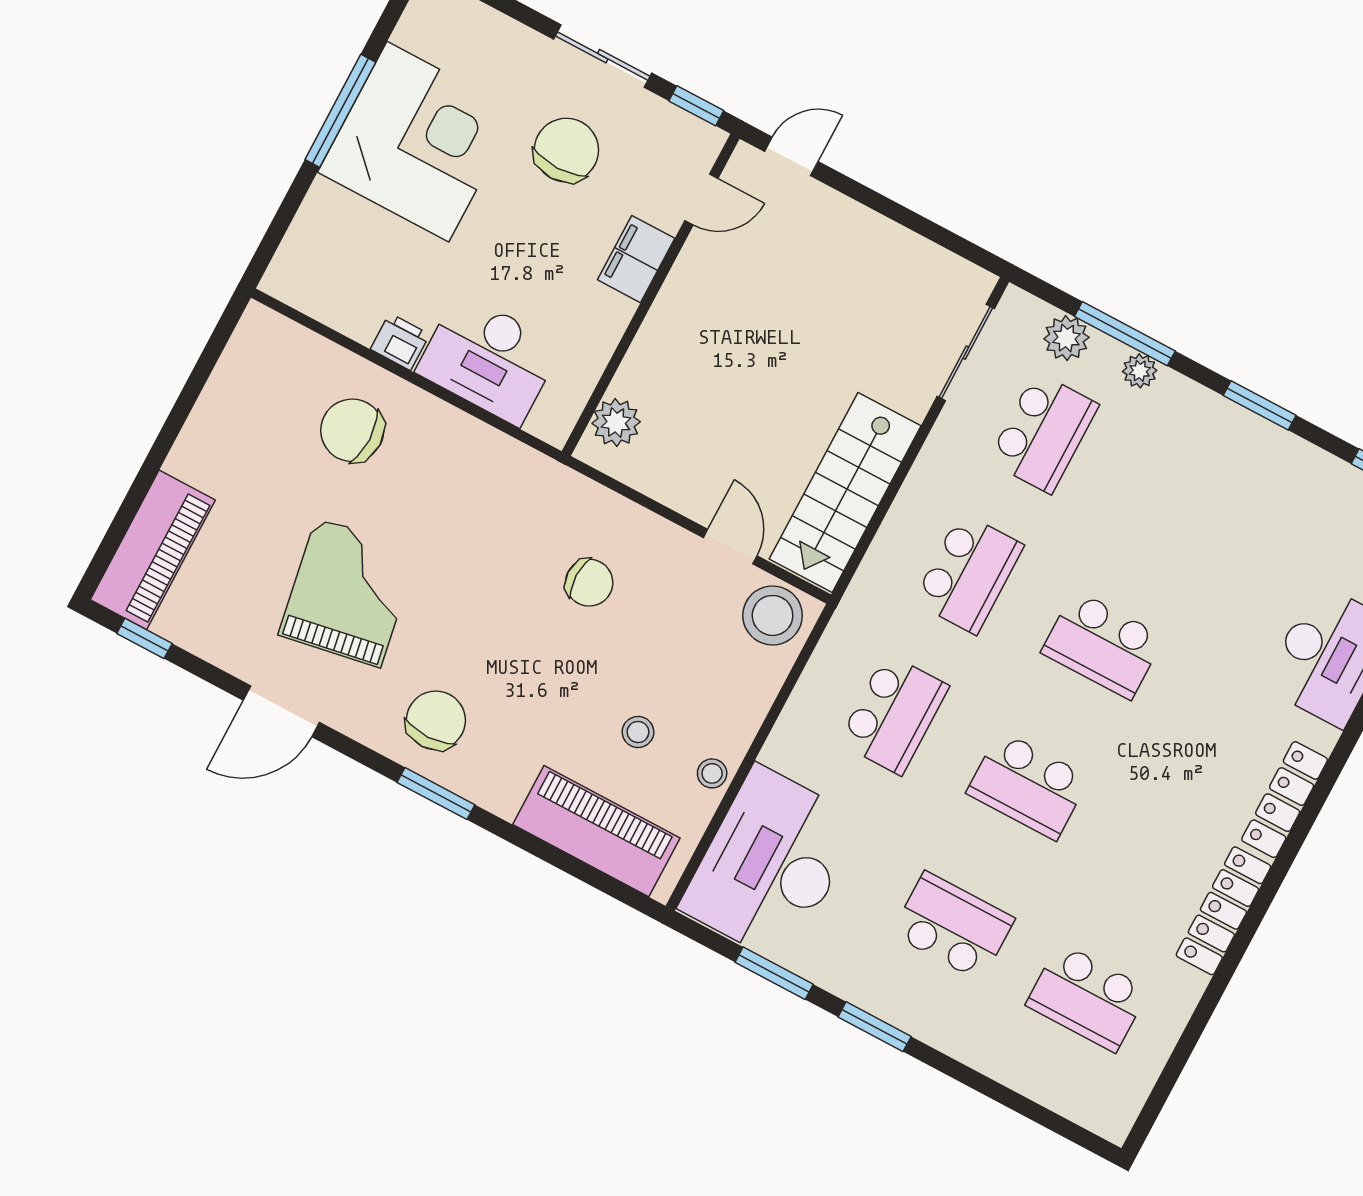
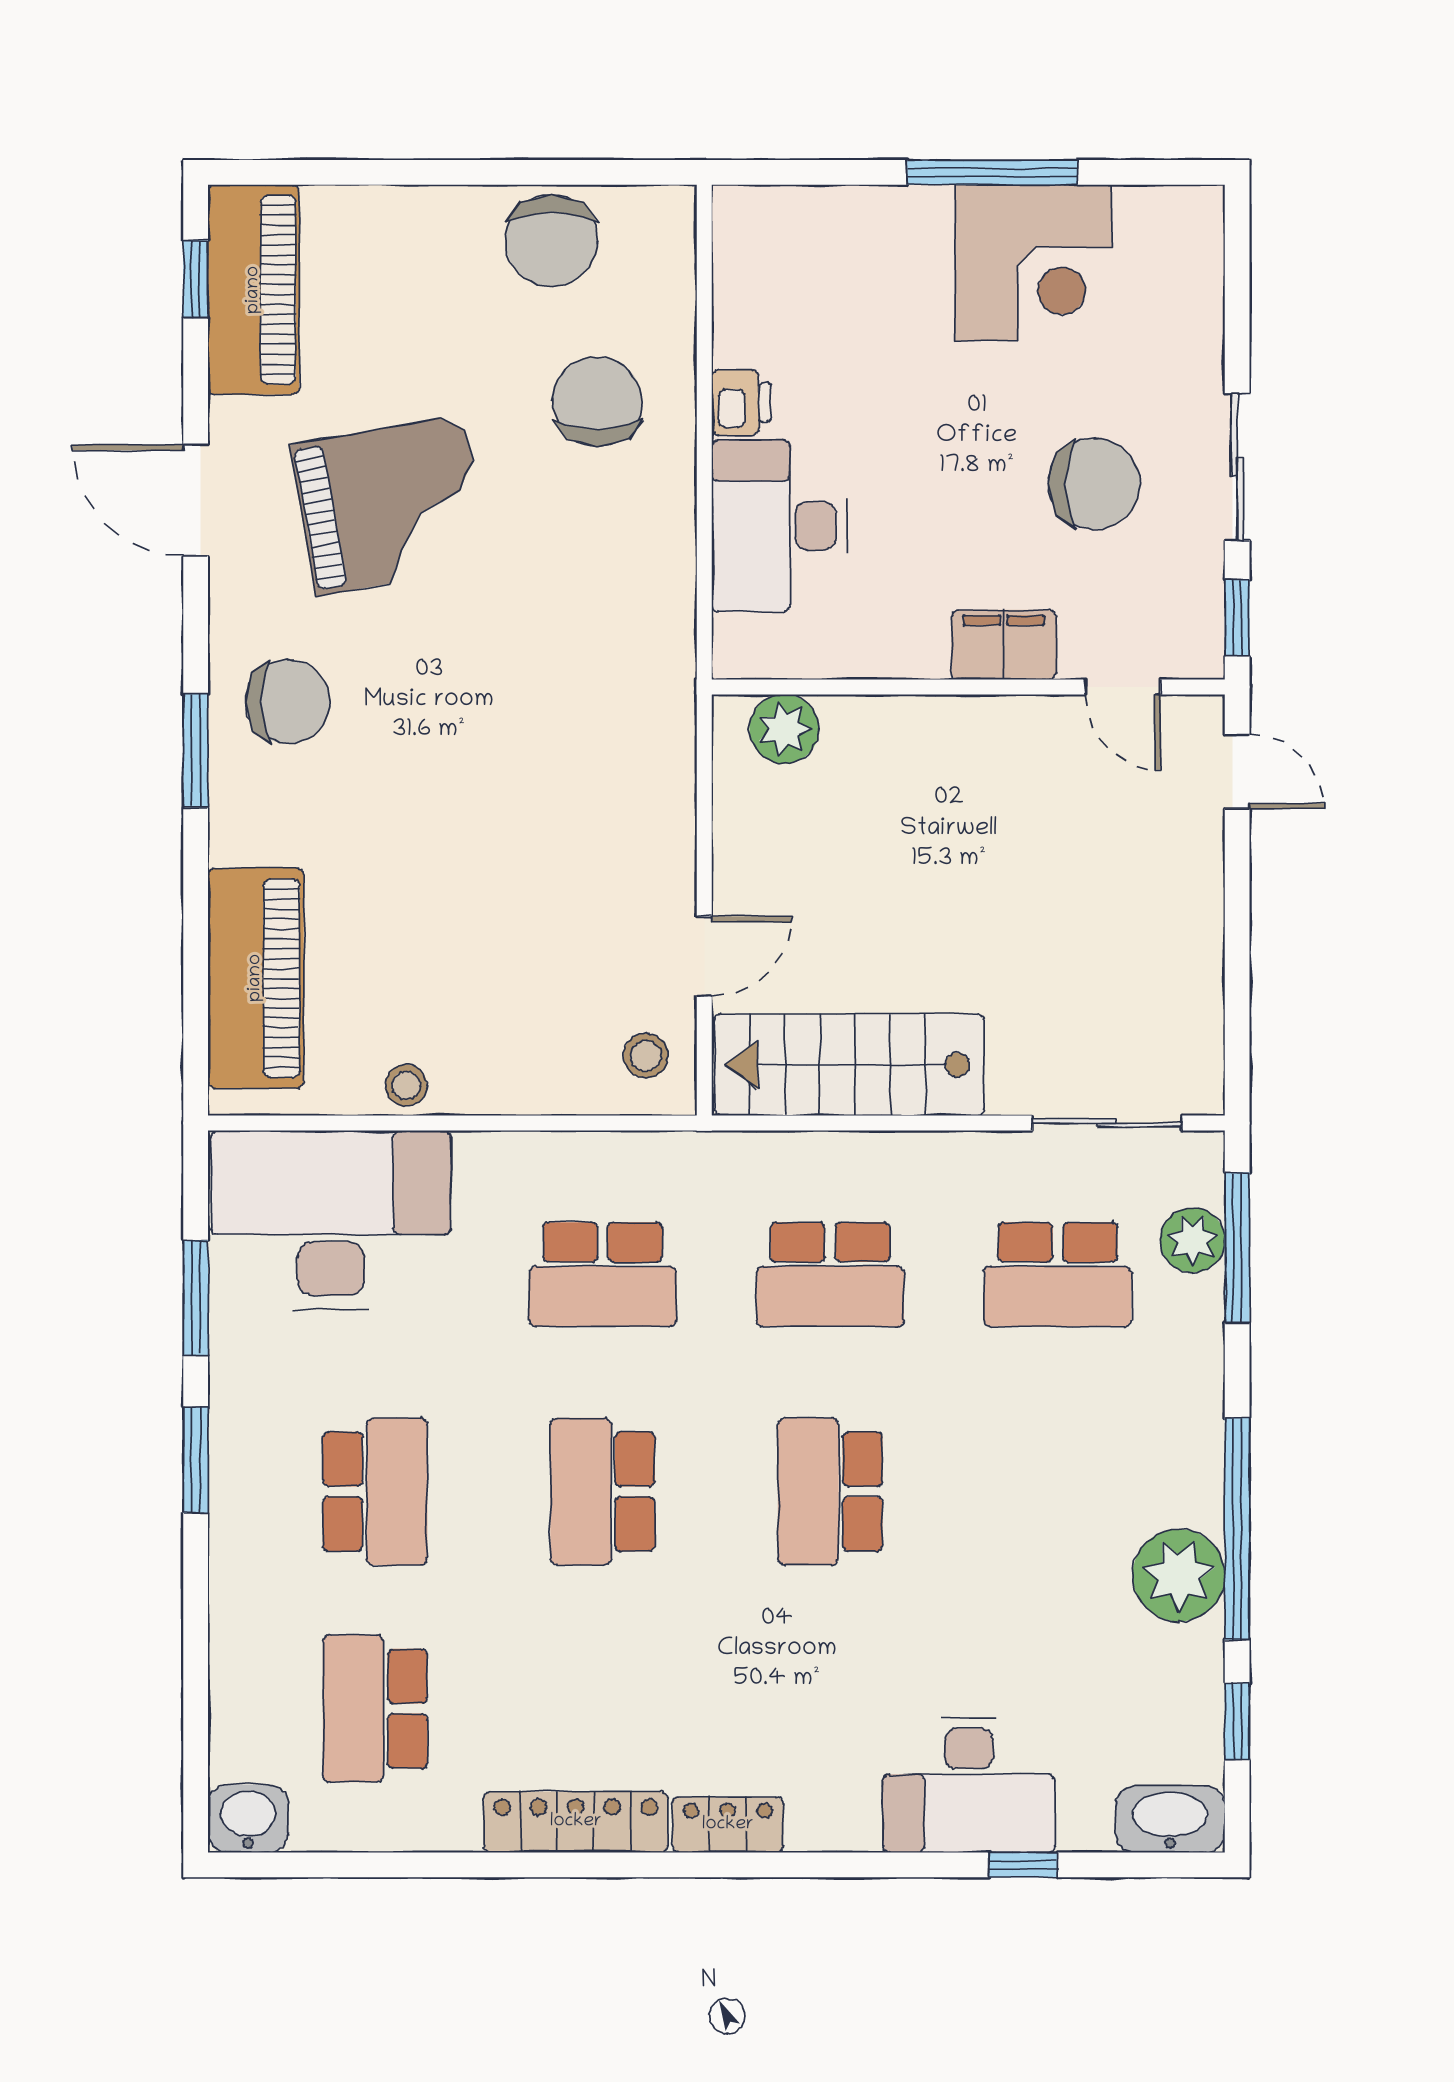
corner desk: (418, 142) -> (1034, 263), width x0.74, depth x0.74
window: (1125, 334) -> (1237, 1248), moved
plant: (1140, 371) -> (1179, 1575), moved, width x1.88, depth x1.88
window: (1260, 405) -> (1237, 1529), width x2.11
piano: (153, 550) -> (254, 290), moved, turned -90
chair: (589, 583) -> (551, 241), moved, width x1.37, depth x1.37
stool: (773, 615) -> (646, 1056), width x0.53, depth x0.53
stool: (638, 732) -> (409, 964), removed
locker: (1285, 800) -> (728, 1825), width x0.66
washbasin: (1114, 1112) -> (248, 1819), added

